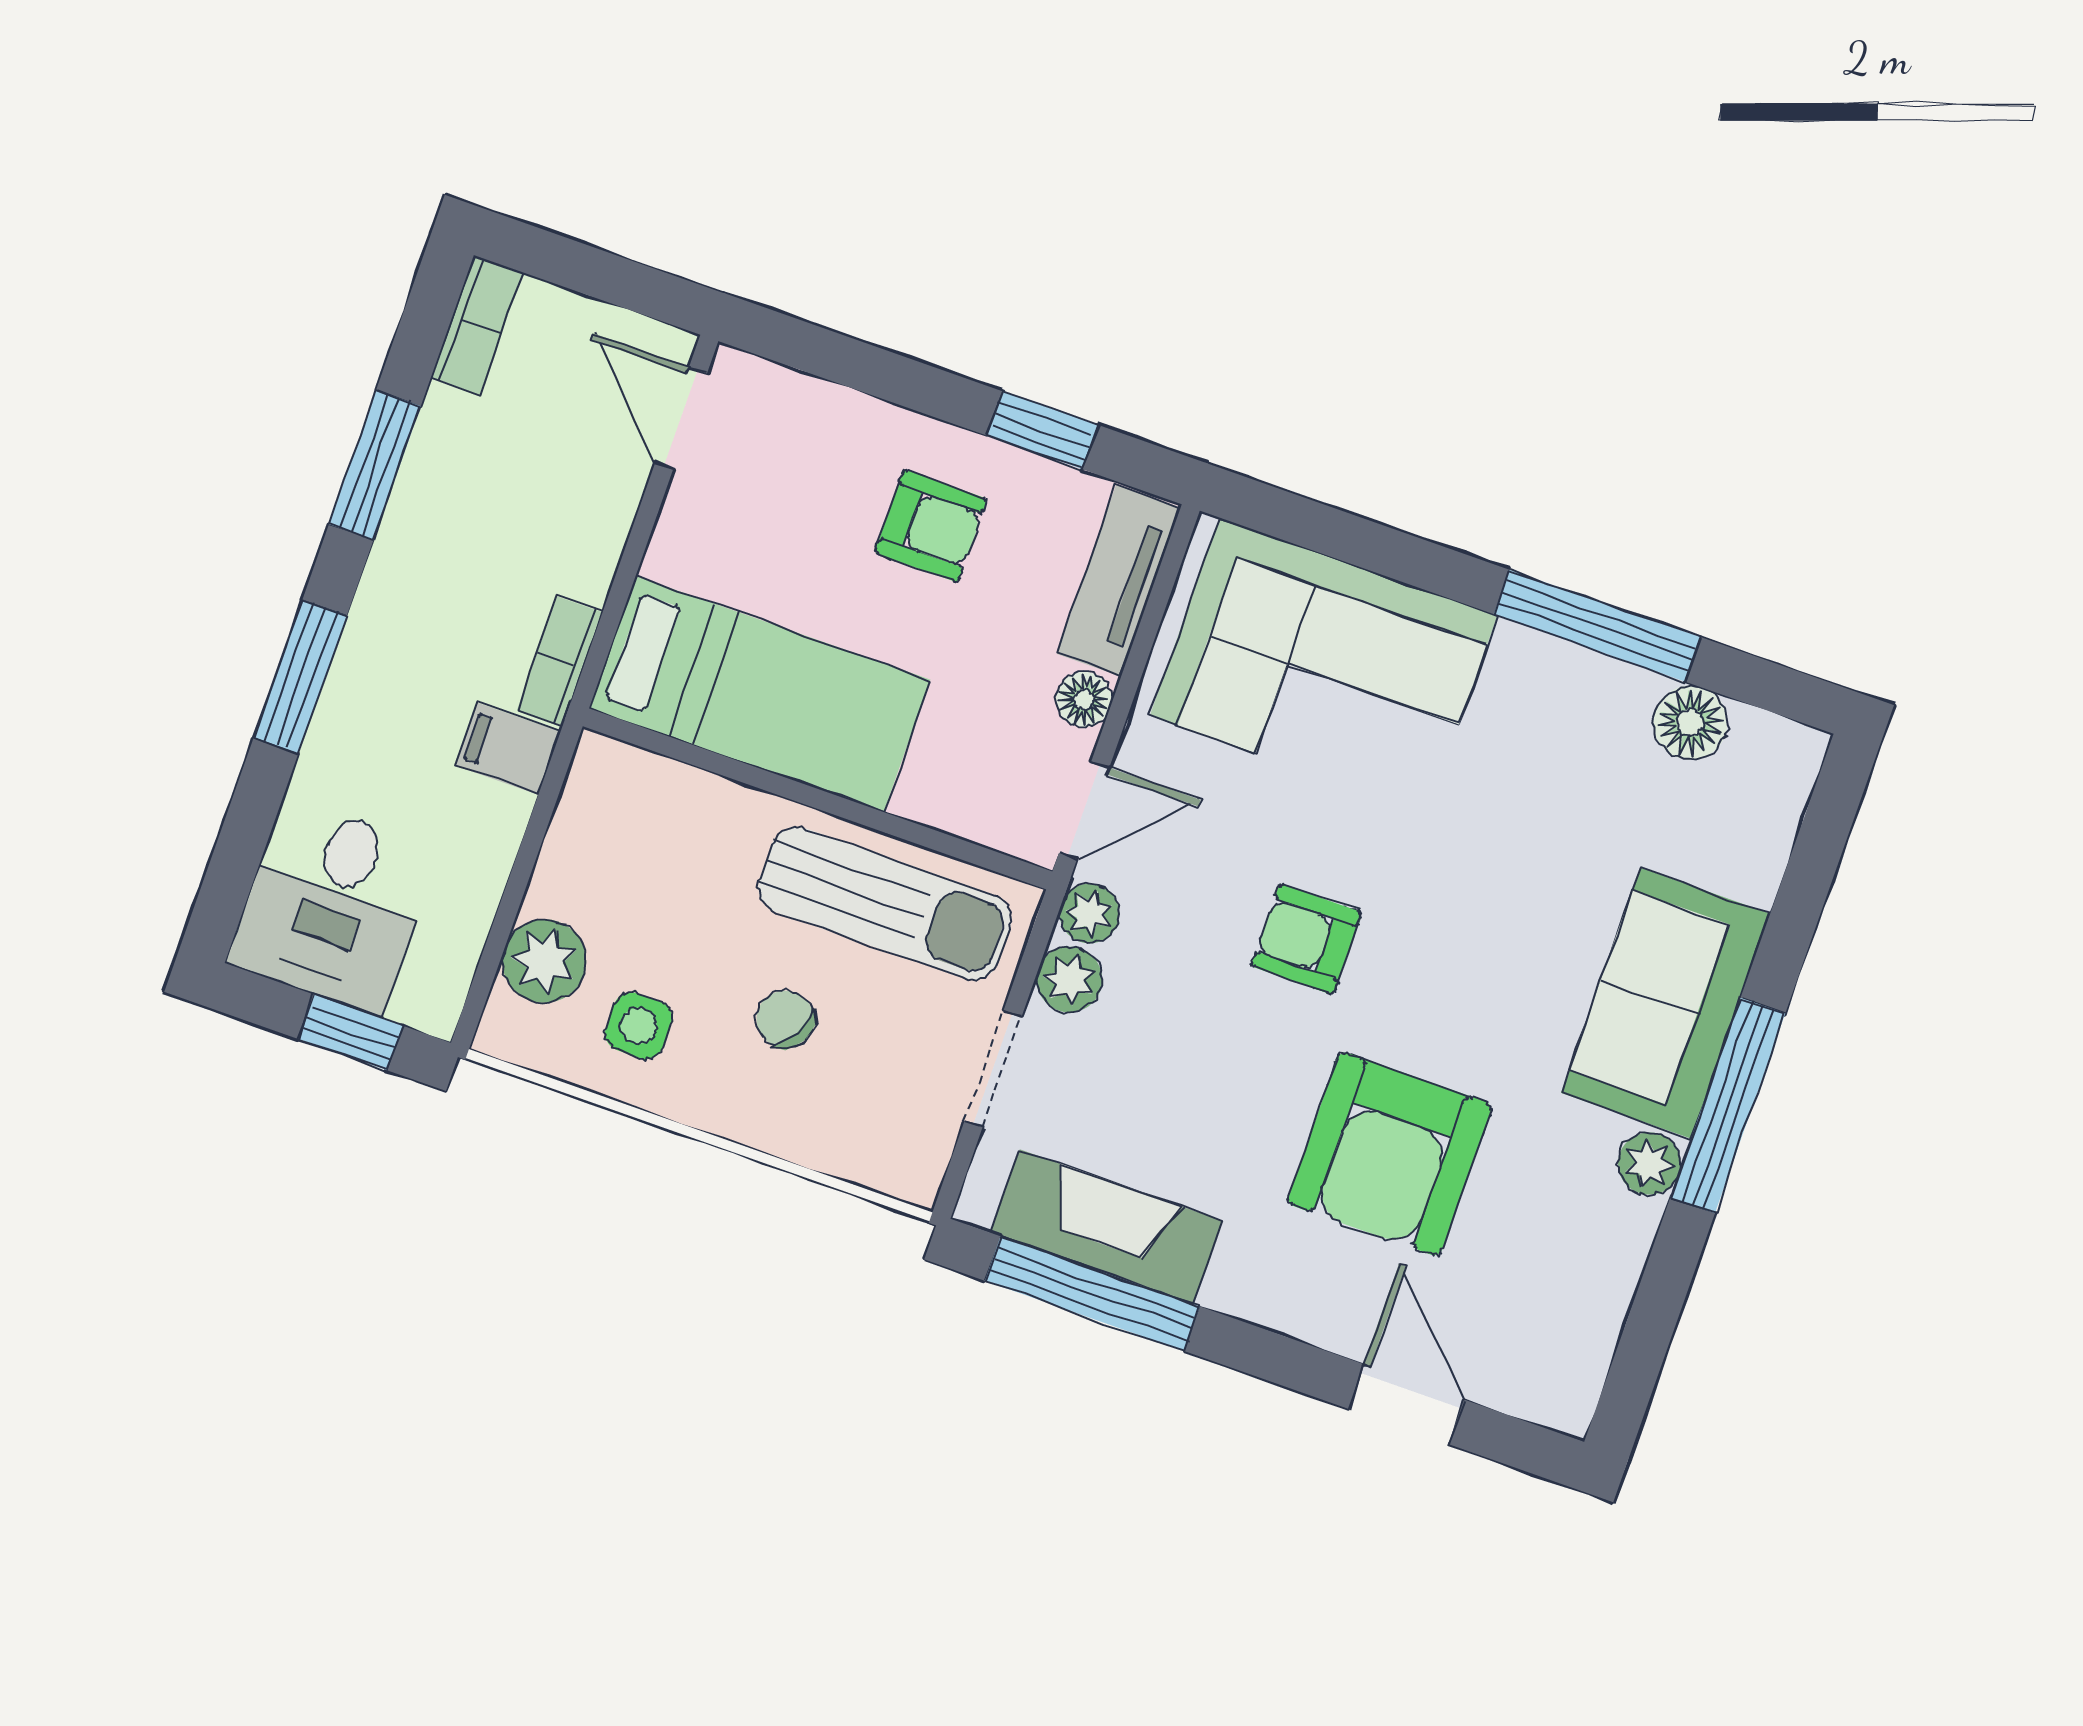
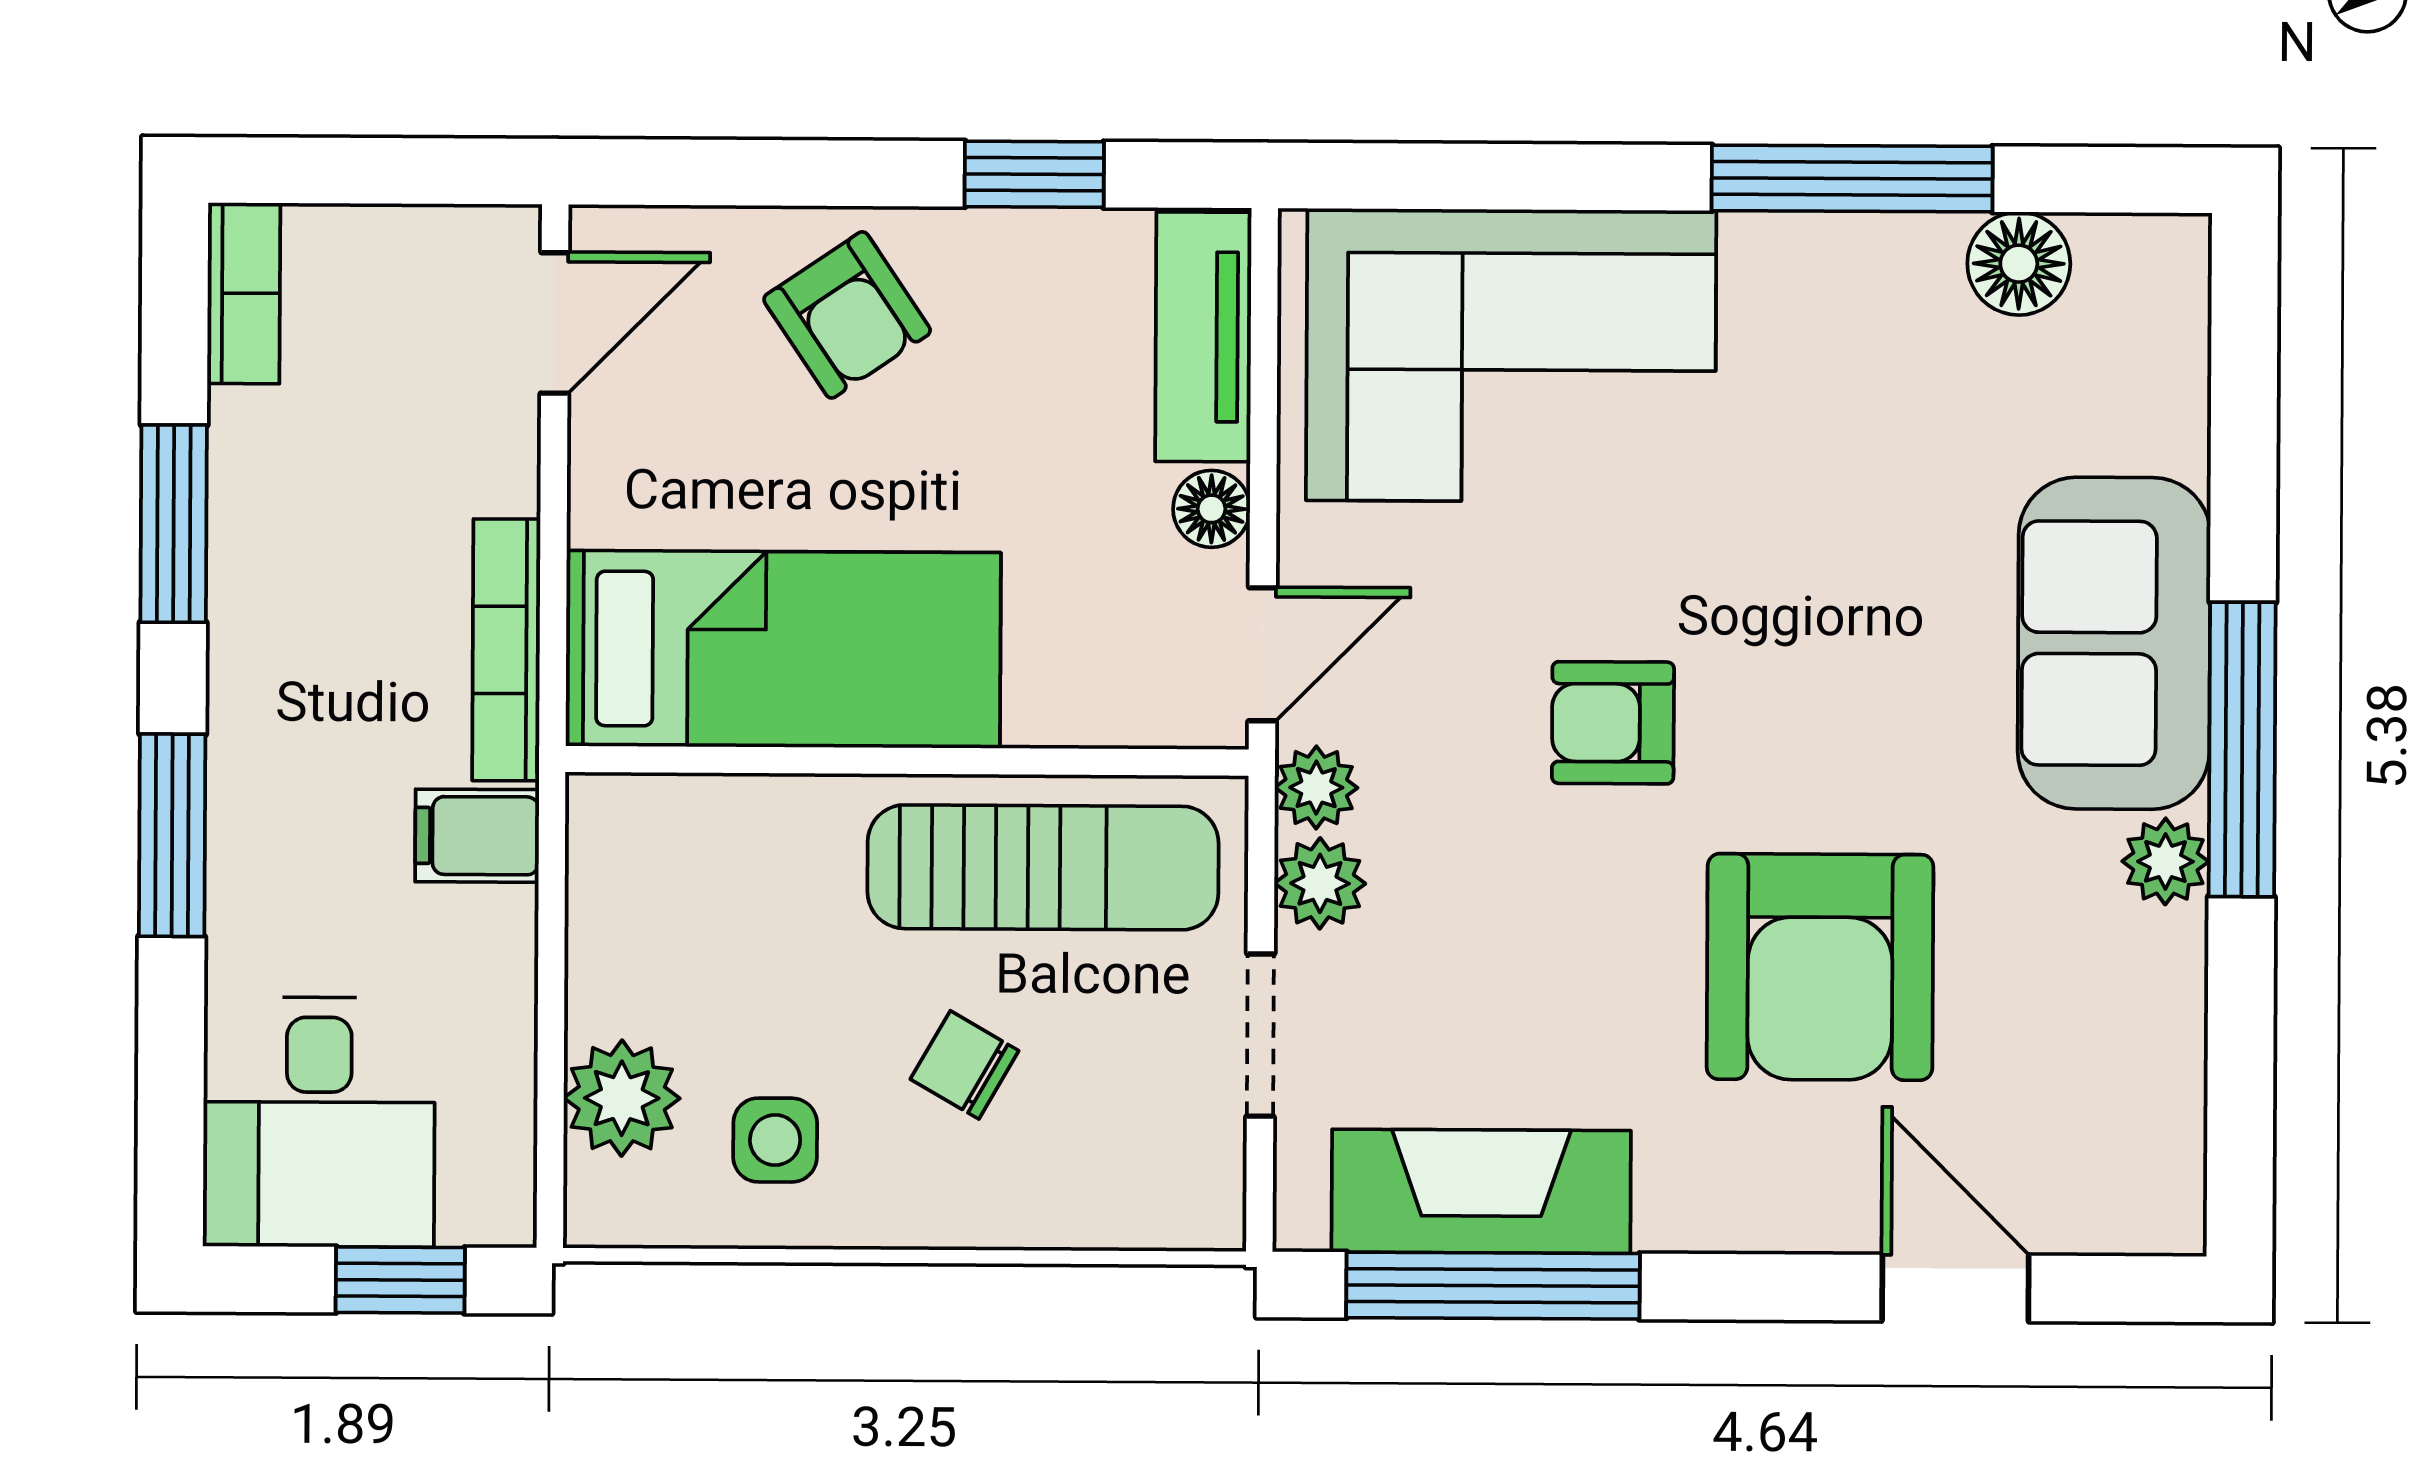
door: (681, 418) -> (555, 323), swing flipped
armchair: (931, 526) -> (847, 315), moved, turned 56
bookcase: (560, 661) -> (506, 650), width x1.56

